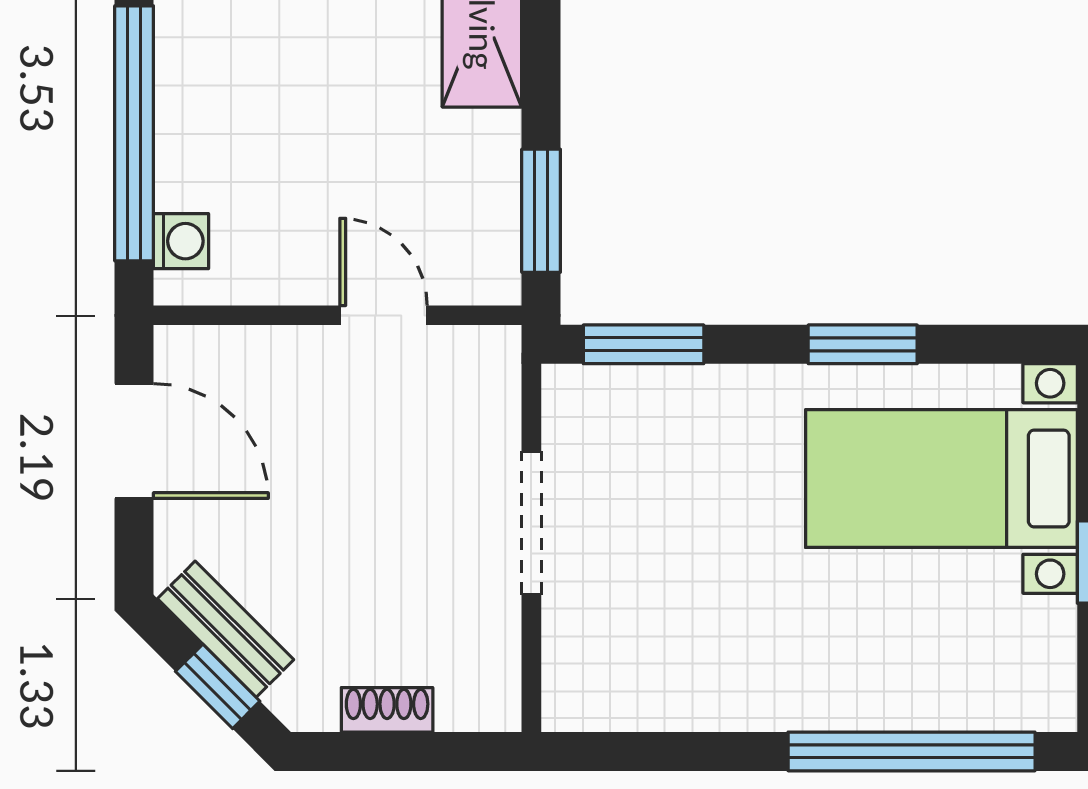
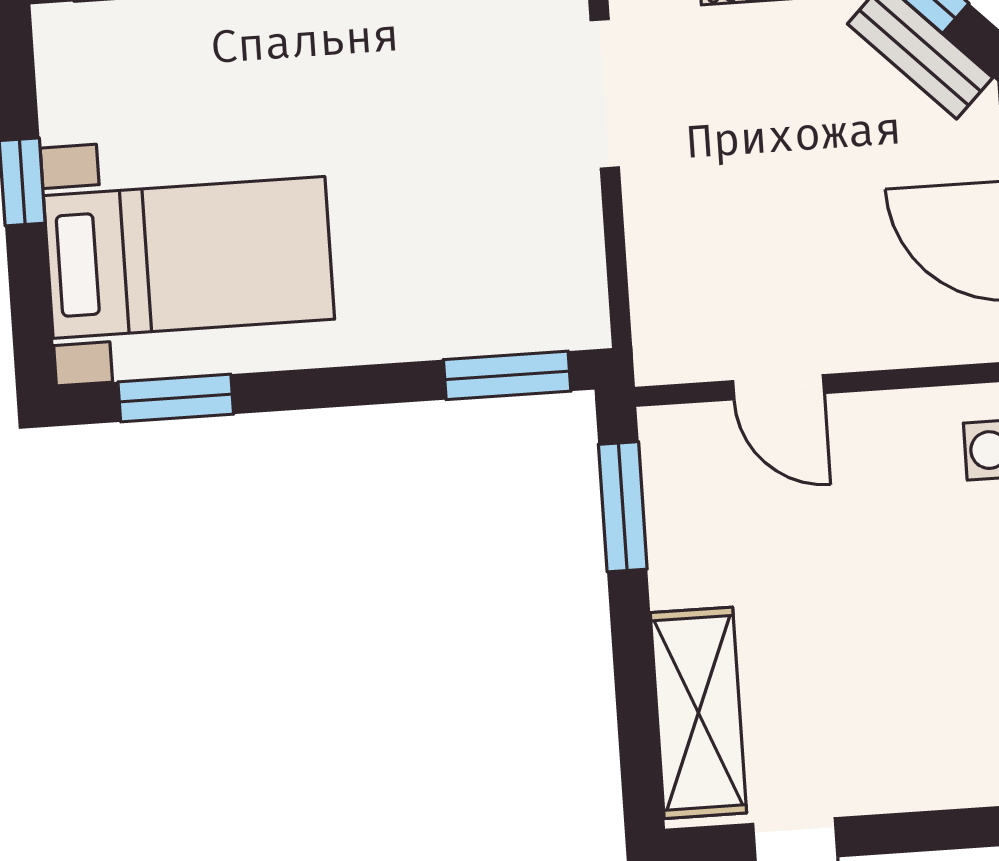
window: (863, 344) -> (176, 398), moved
doorway: (531, 523) -> (605, 94), moved

